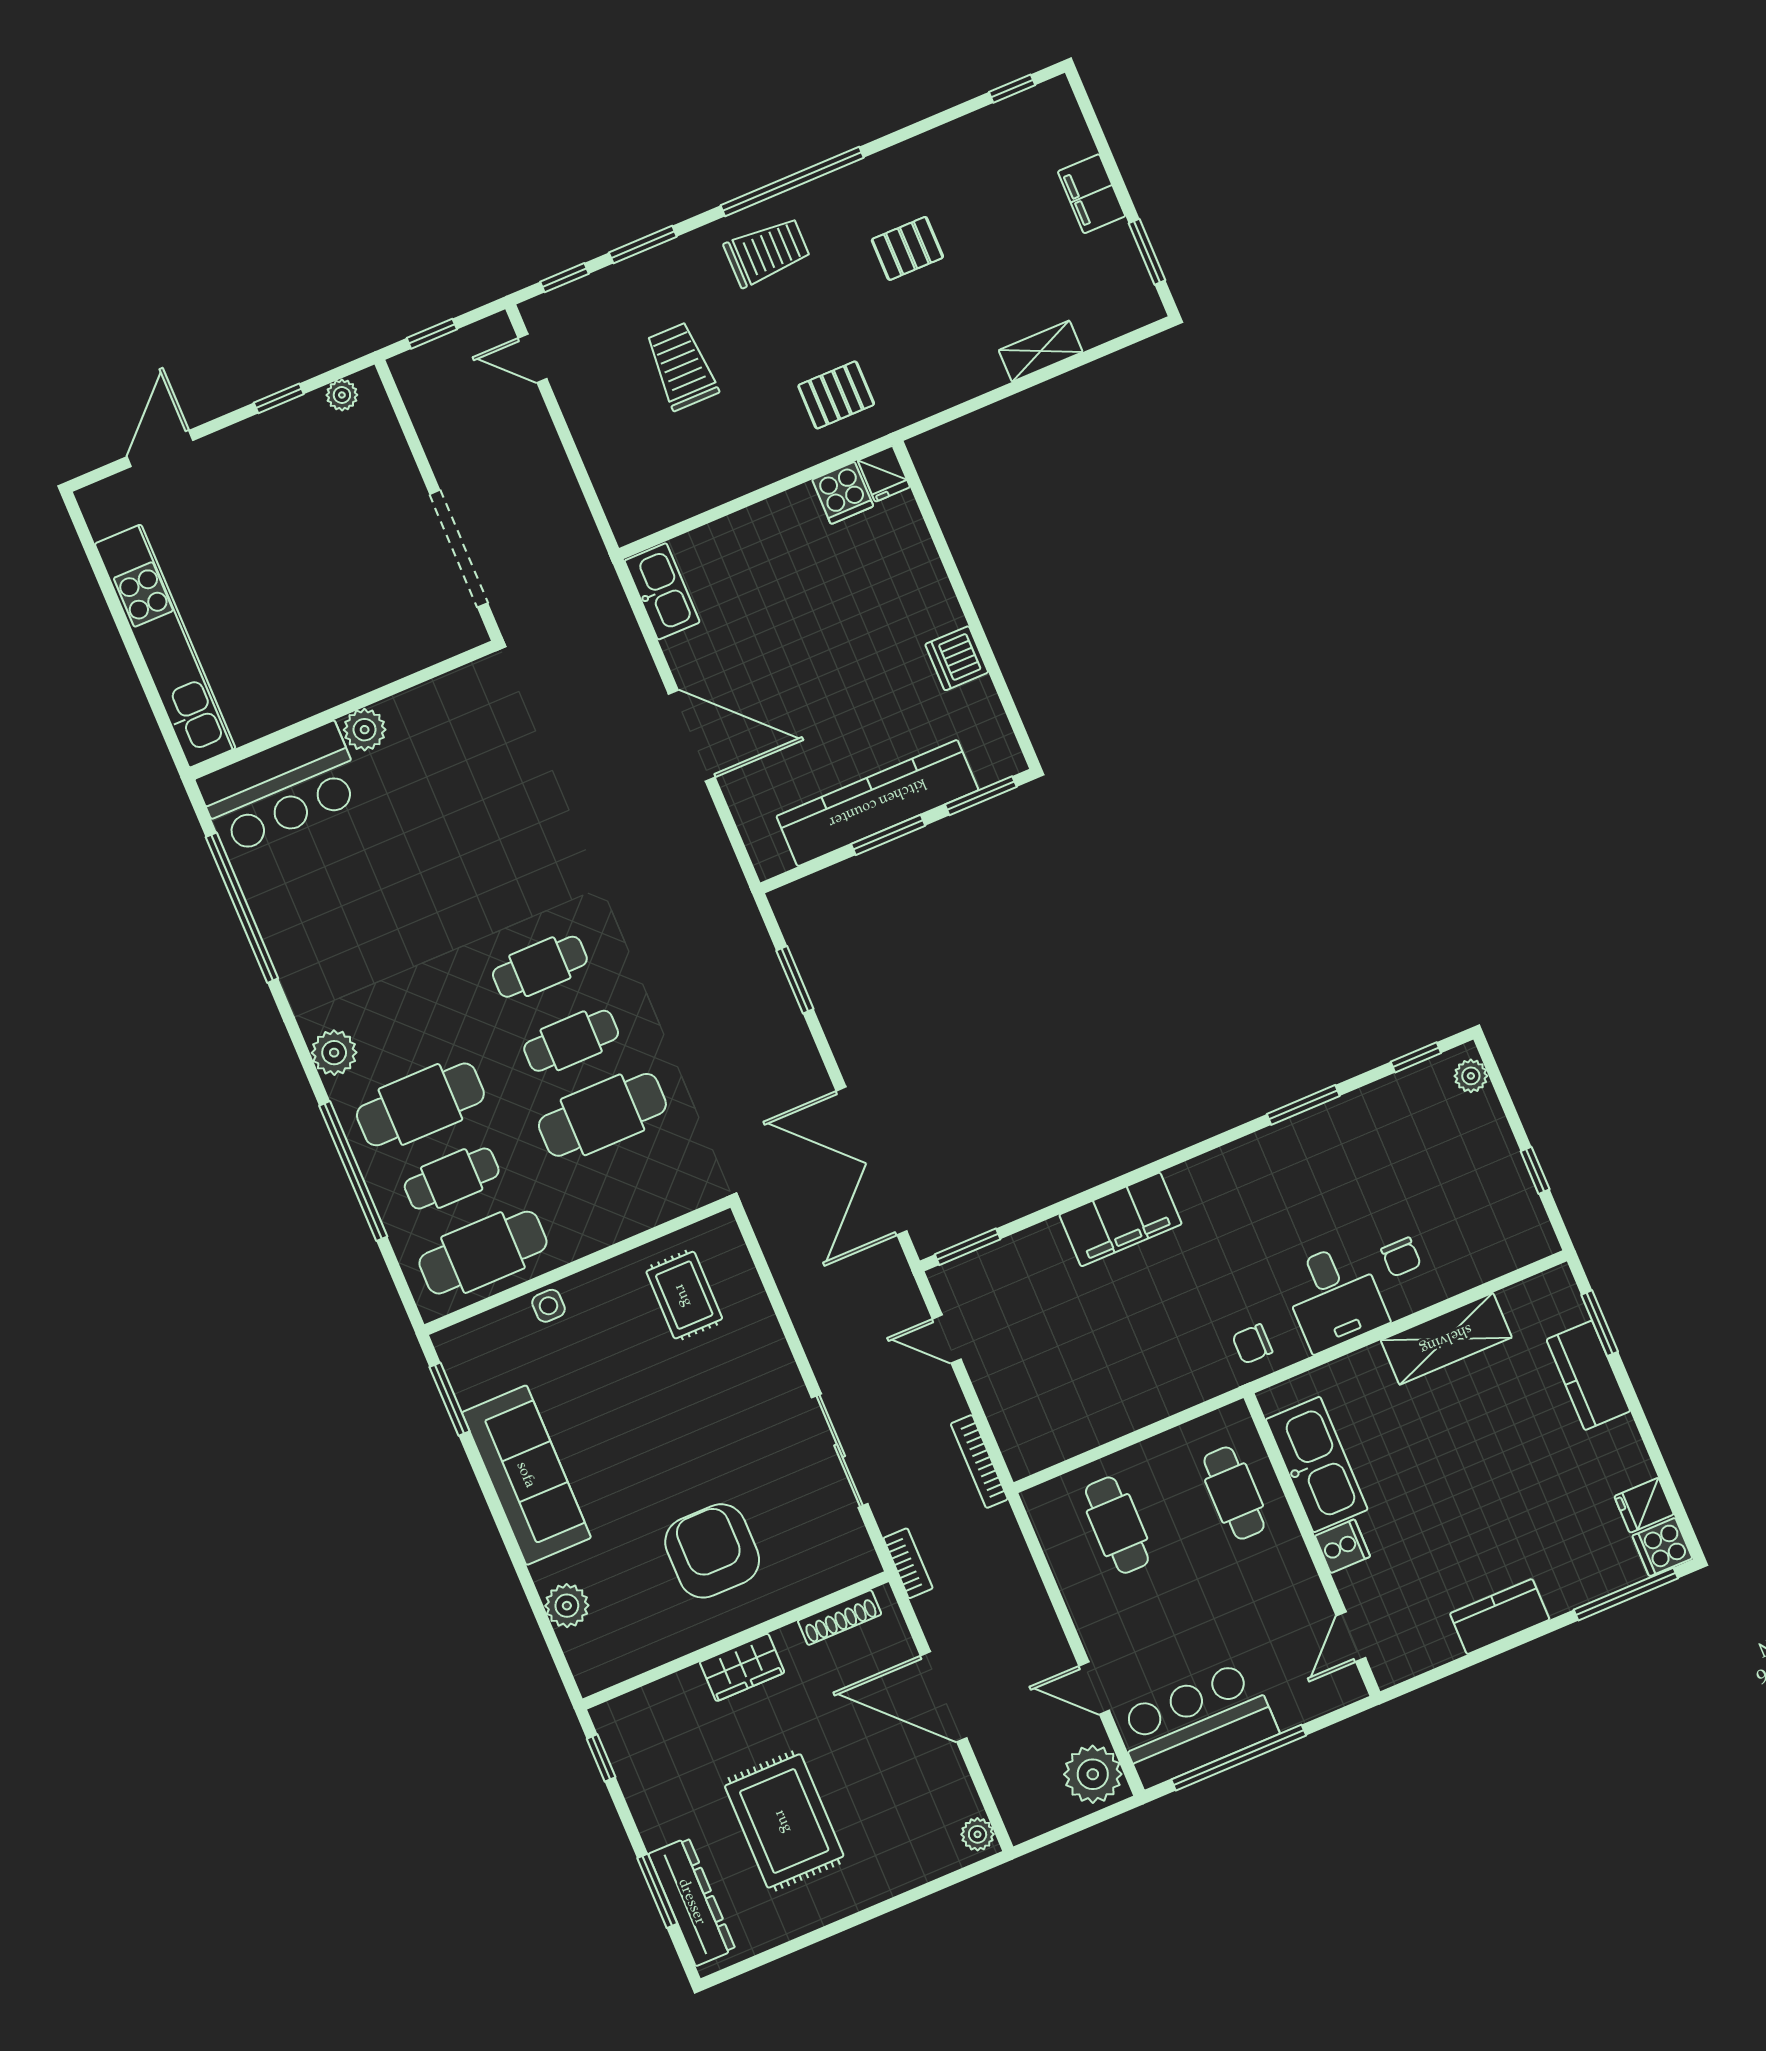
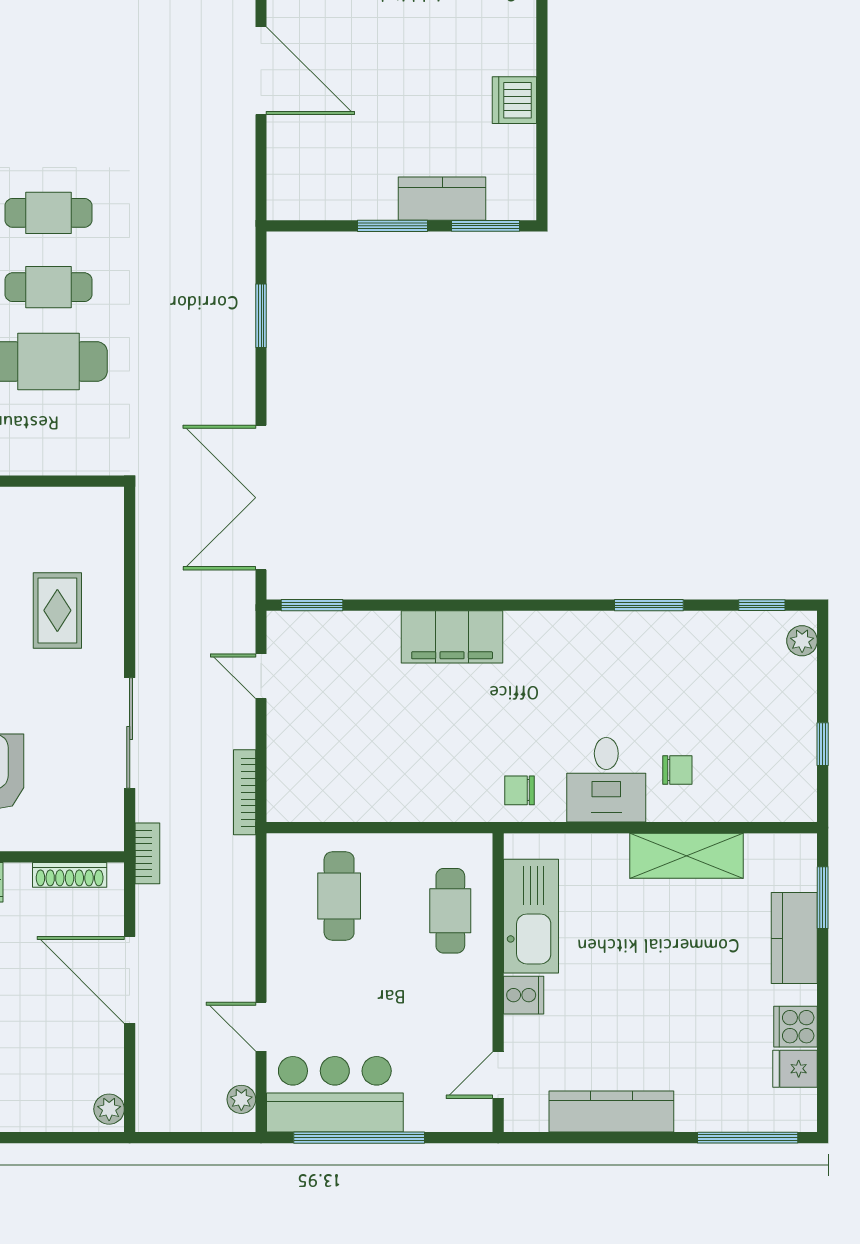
kitchen counter: (877, 803) -> (442, 199), width x0.48, depth x0.86
chair: (1401, 1257) -> (677, 770), turned -90
rug: (684, 1295) -> (57, 610), moved
cooker: (1662, 1547) -> (796, 1027), moved
kitchen counter: (1500, 1617) -> (611, 1112), width x1.50
plant: (1093, 1774) -> (241, 1099), width x0.53, depth x0.53

